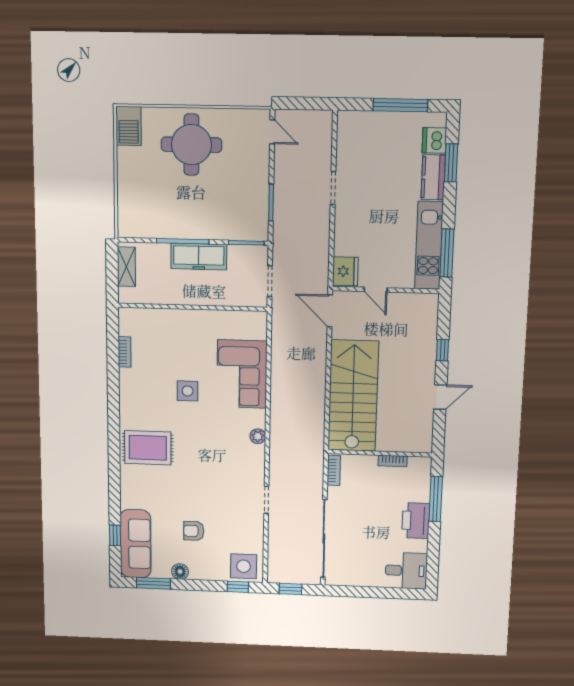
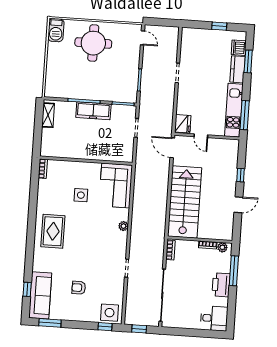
window: (400, 105) -> (219, 26), width x0.46
wall: (192, 307) -> (86, 161), moved
rug: (148, 448) -> (53, 231), turned 90
plant: (416, 464) -> (222, 247), added
floor lamp: (180, 572) -> (68, 315), removed

